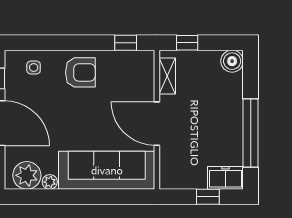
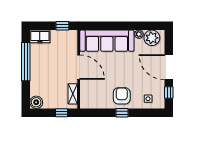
window: (126, 43) -> (122, 113), moved
armchair: (80, 72) -> (122, 96), turned 90
window: (208, 197) -> (62, 26), moved

